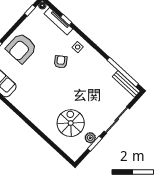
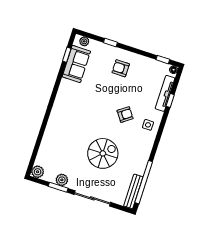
armchair: (21, 48) -> (121, 68), width x0.53, depth x0.53
spiral stairs: (71, 123) -> (103, 153), moved
plant: (75, 154) -> (38, 172), added

